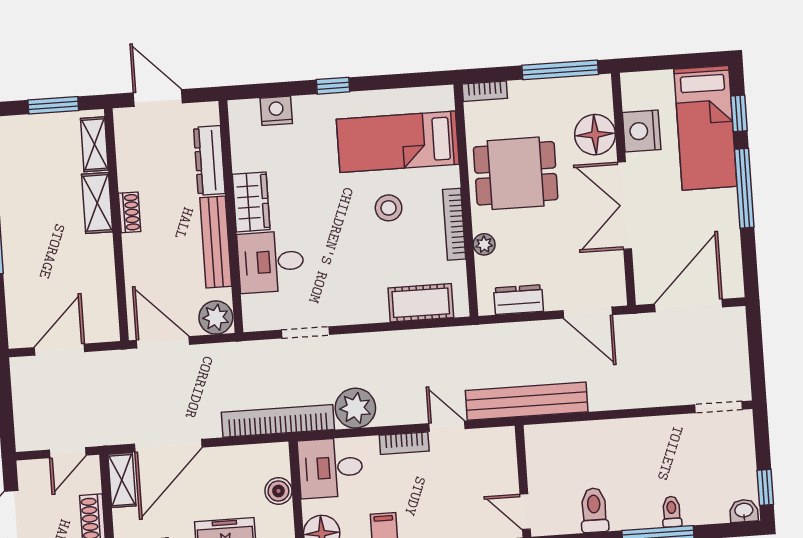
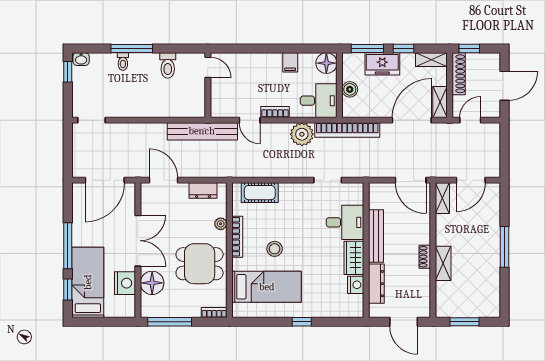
nightstand: (276, 111) -> (356, 285), moved, turned -90
shelving: (94, 144) -> (442, 198), moved
plant: (216, 317) -> (379, 192), removed

